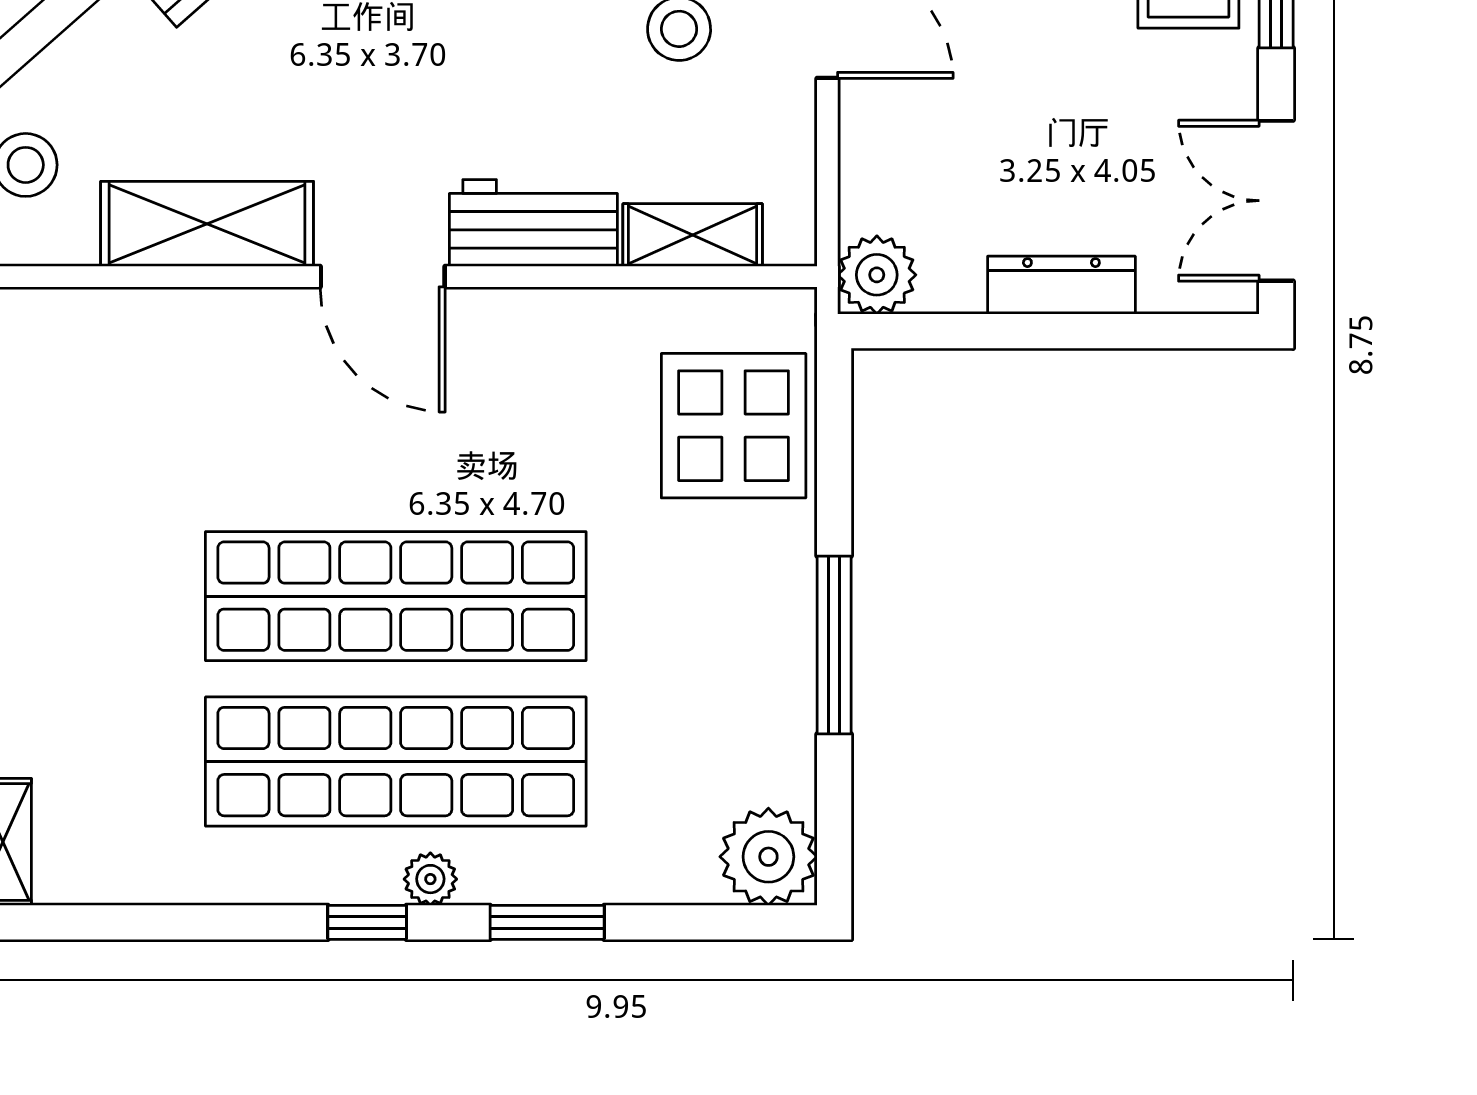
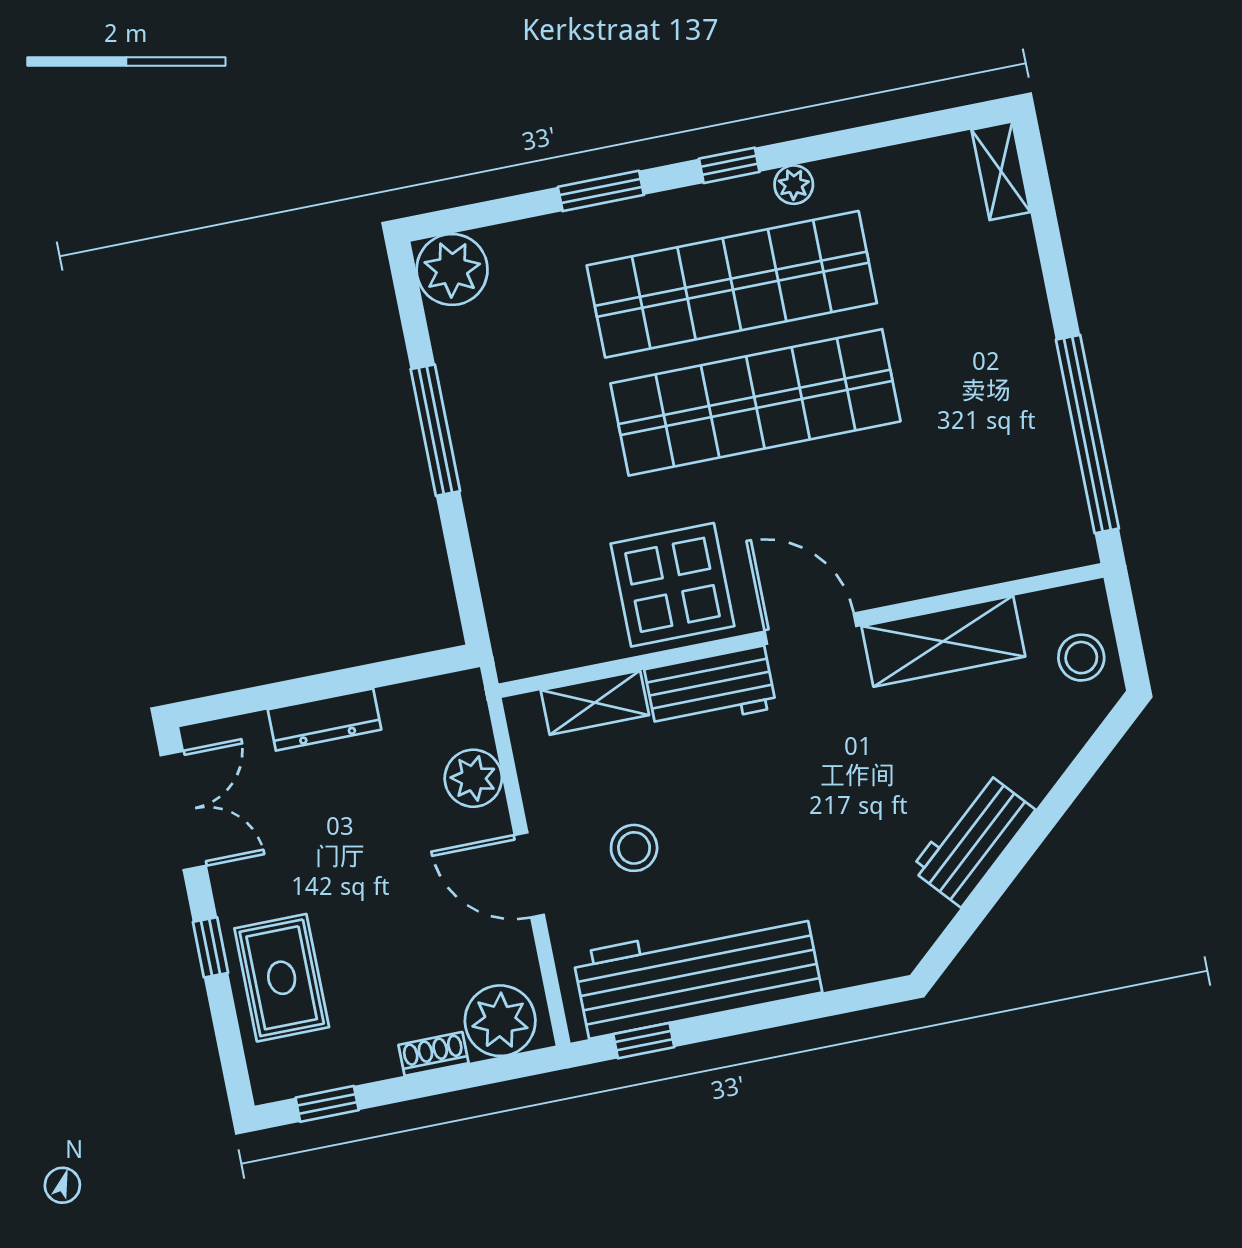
plant: (877, 275) -> (473, 778), moved
display table: (734, 426) -> (673, 585), moved
plant: (430, 879) -> (794, 185), moved

